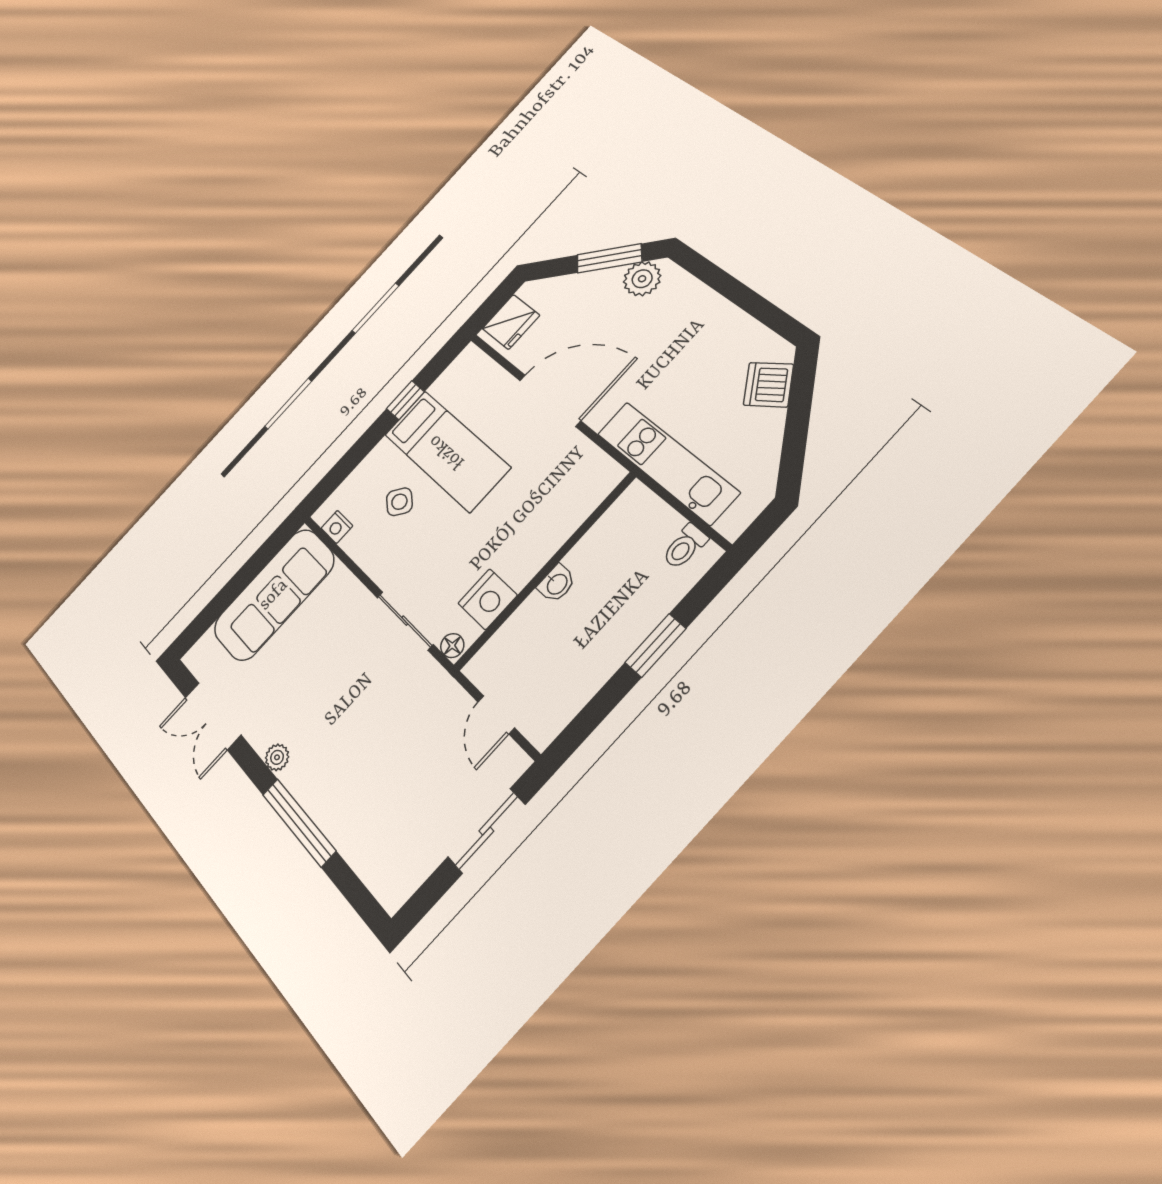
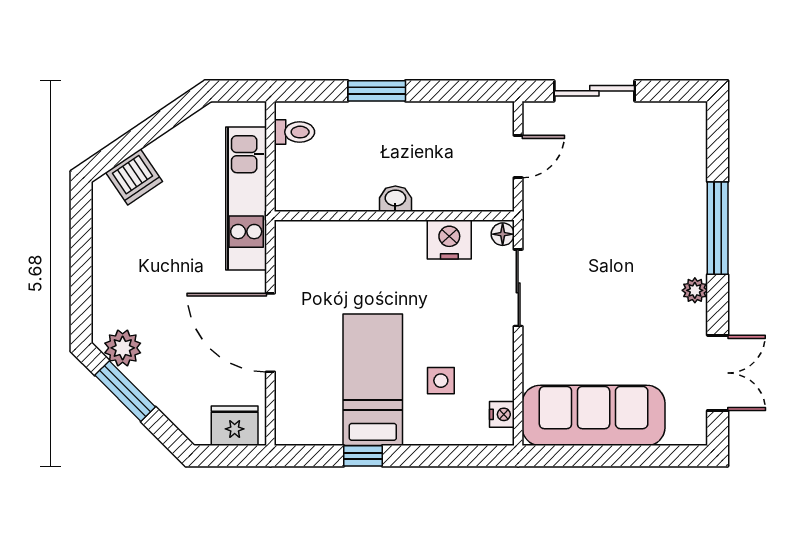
side table: (399, 502) -> (441, 381), turned -38

